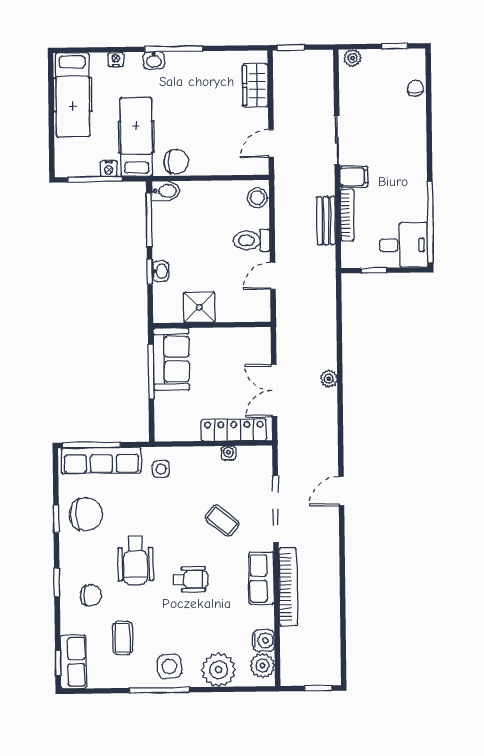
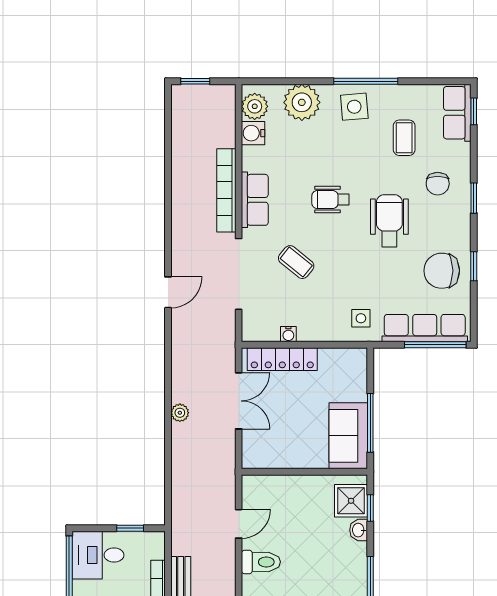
window: (150, 272) -> (370, 508), moved
shower: (199, 307) -> (351, 501), moved
chair: (91, 595) -> (438, 184), turned -90

